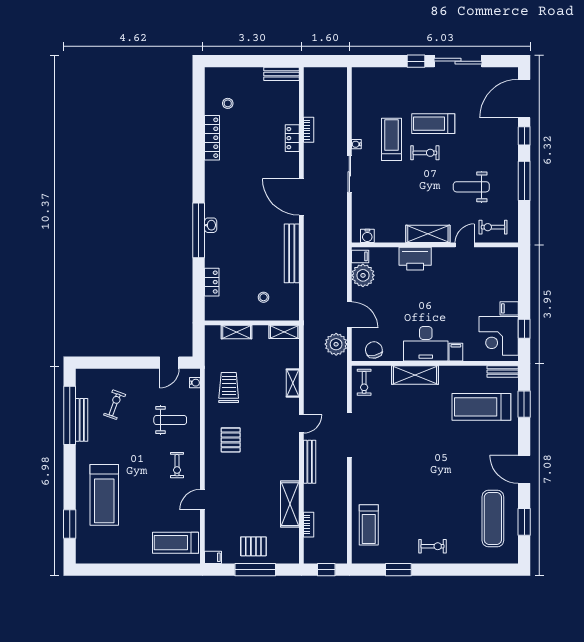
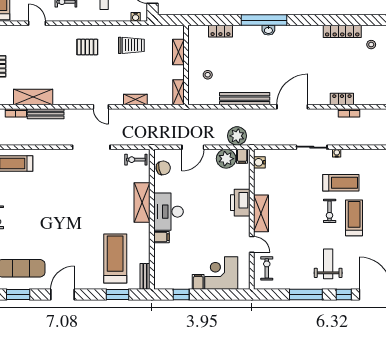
weight bench: (471, 187) -> (328, 264), moved
corner desk: (499, 336) -> (221, 273), moved
plant: (336, 344) -> (237, 136), moved
bench: (310, 462) -> (46, 114), moved

